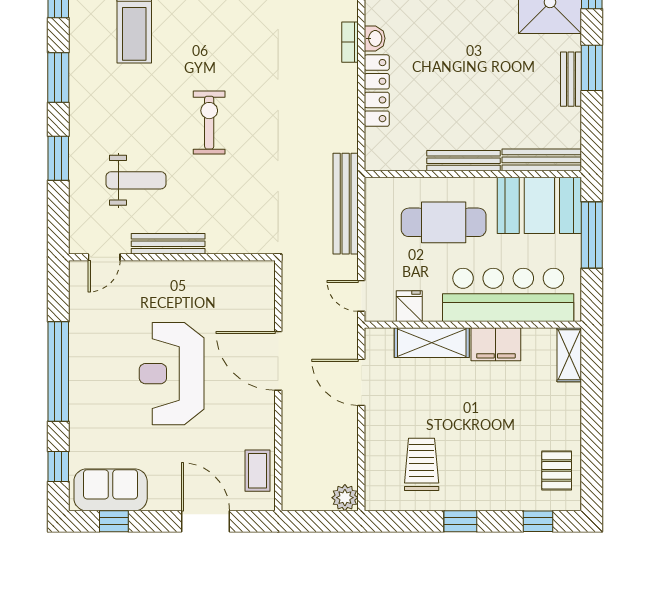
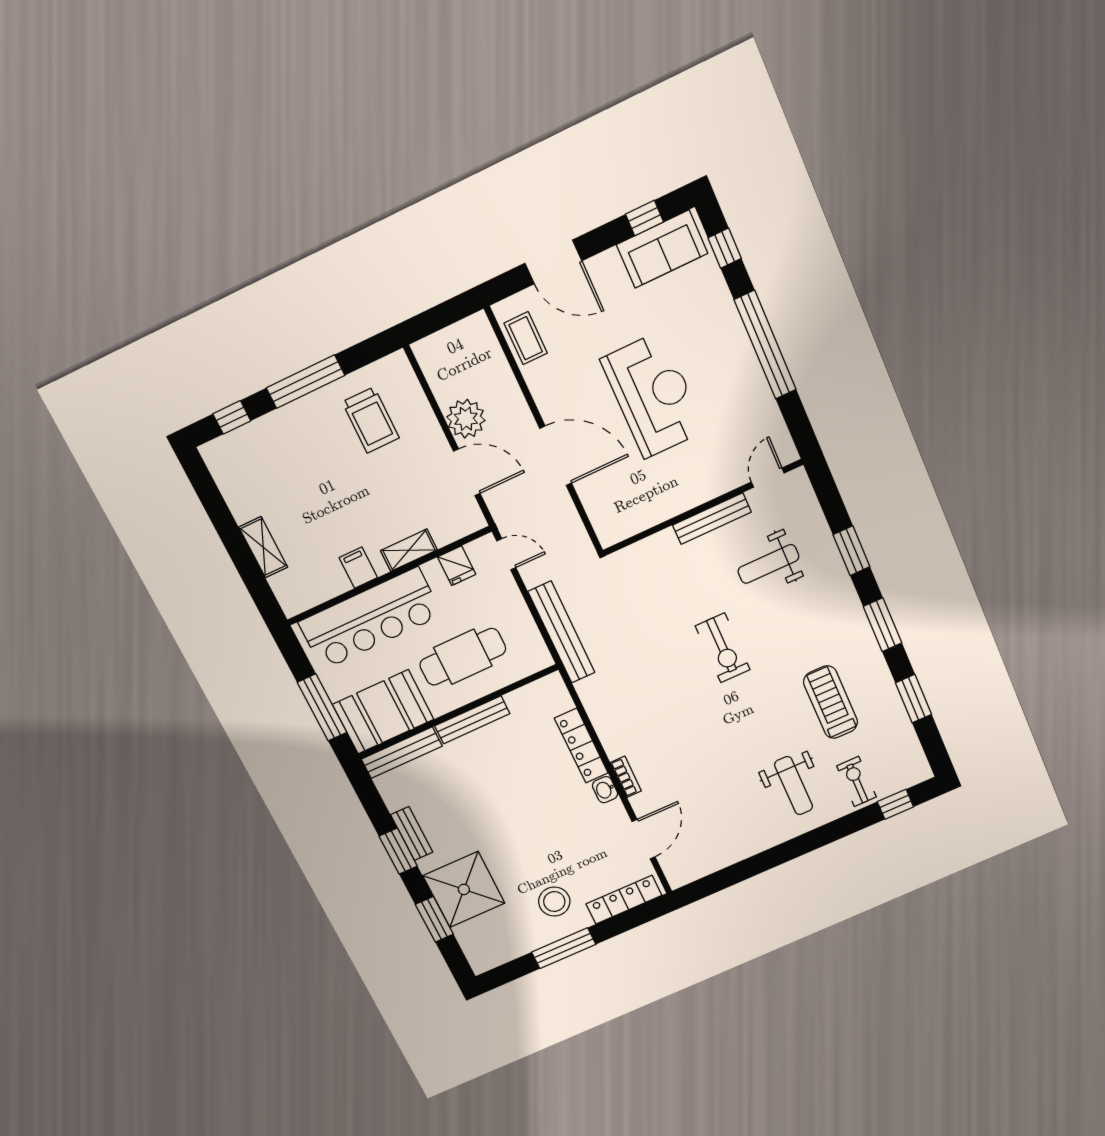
shelving: (432, 343) -> (409, 550), width x0.67, depth x0.75
filing cabinet: (496, 344) -> (358, 568), width x0.50
shelving: (569, 355) -> (263, 547), moved
pallet: (557, 470) -> (240, 475), removed
plant: (345, 498) -> (466, 419), moved, width x1.36, depth x1.36
window: (460, 521) -> (306, 382), width x2.17

